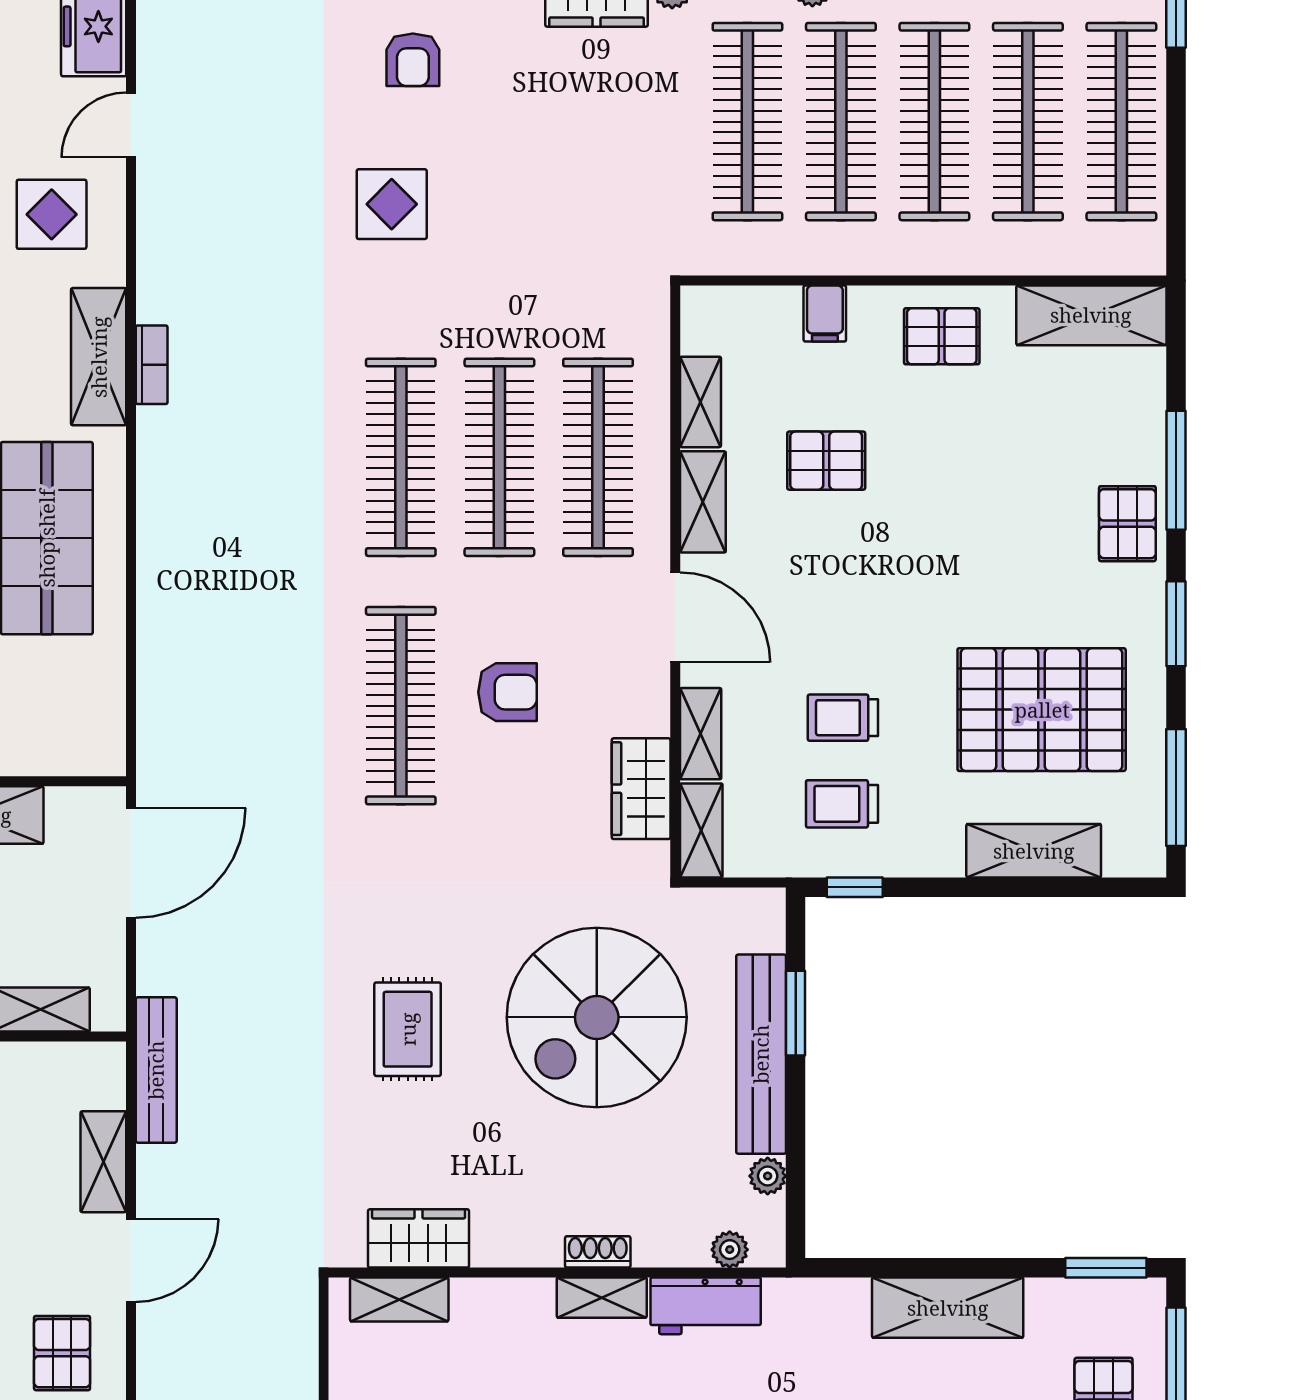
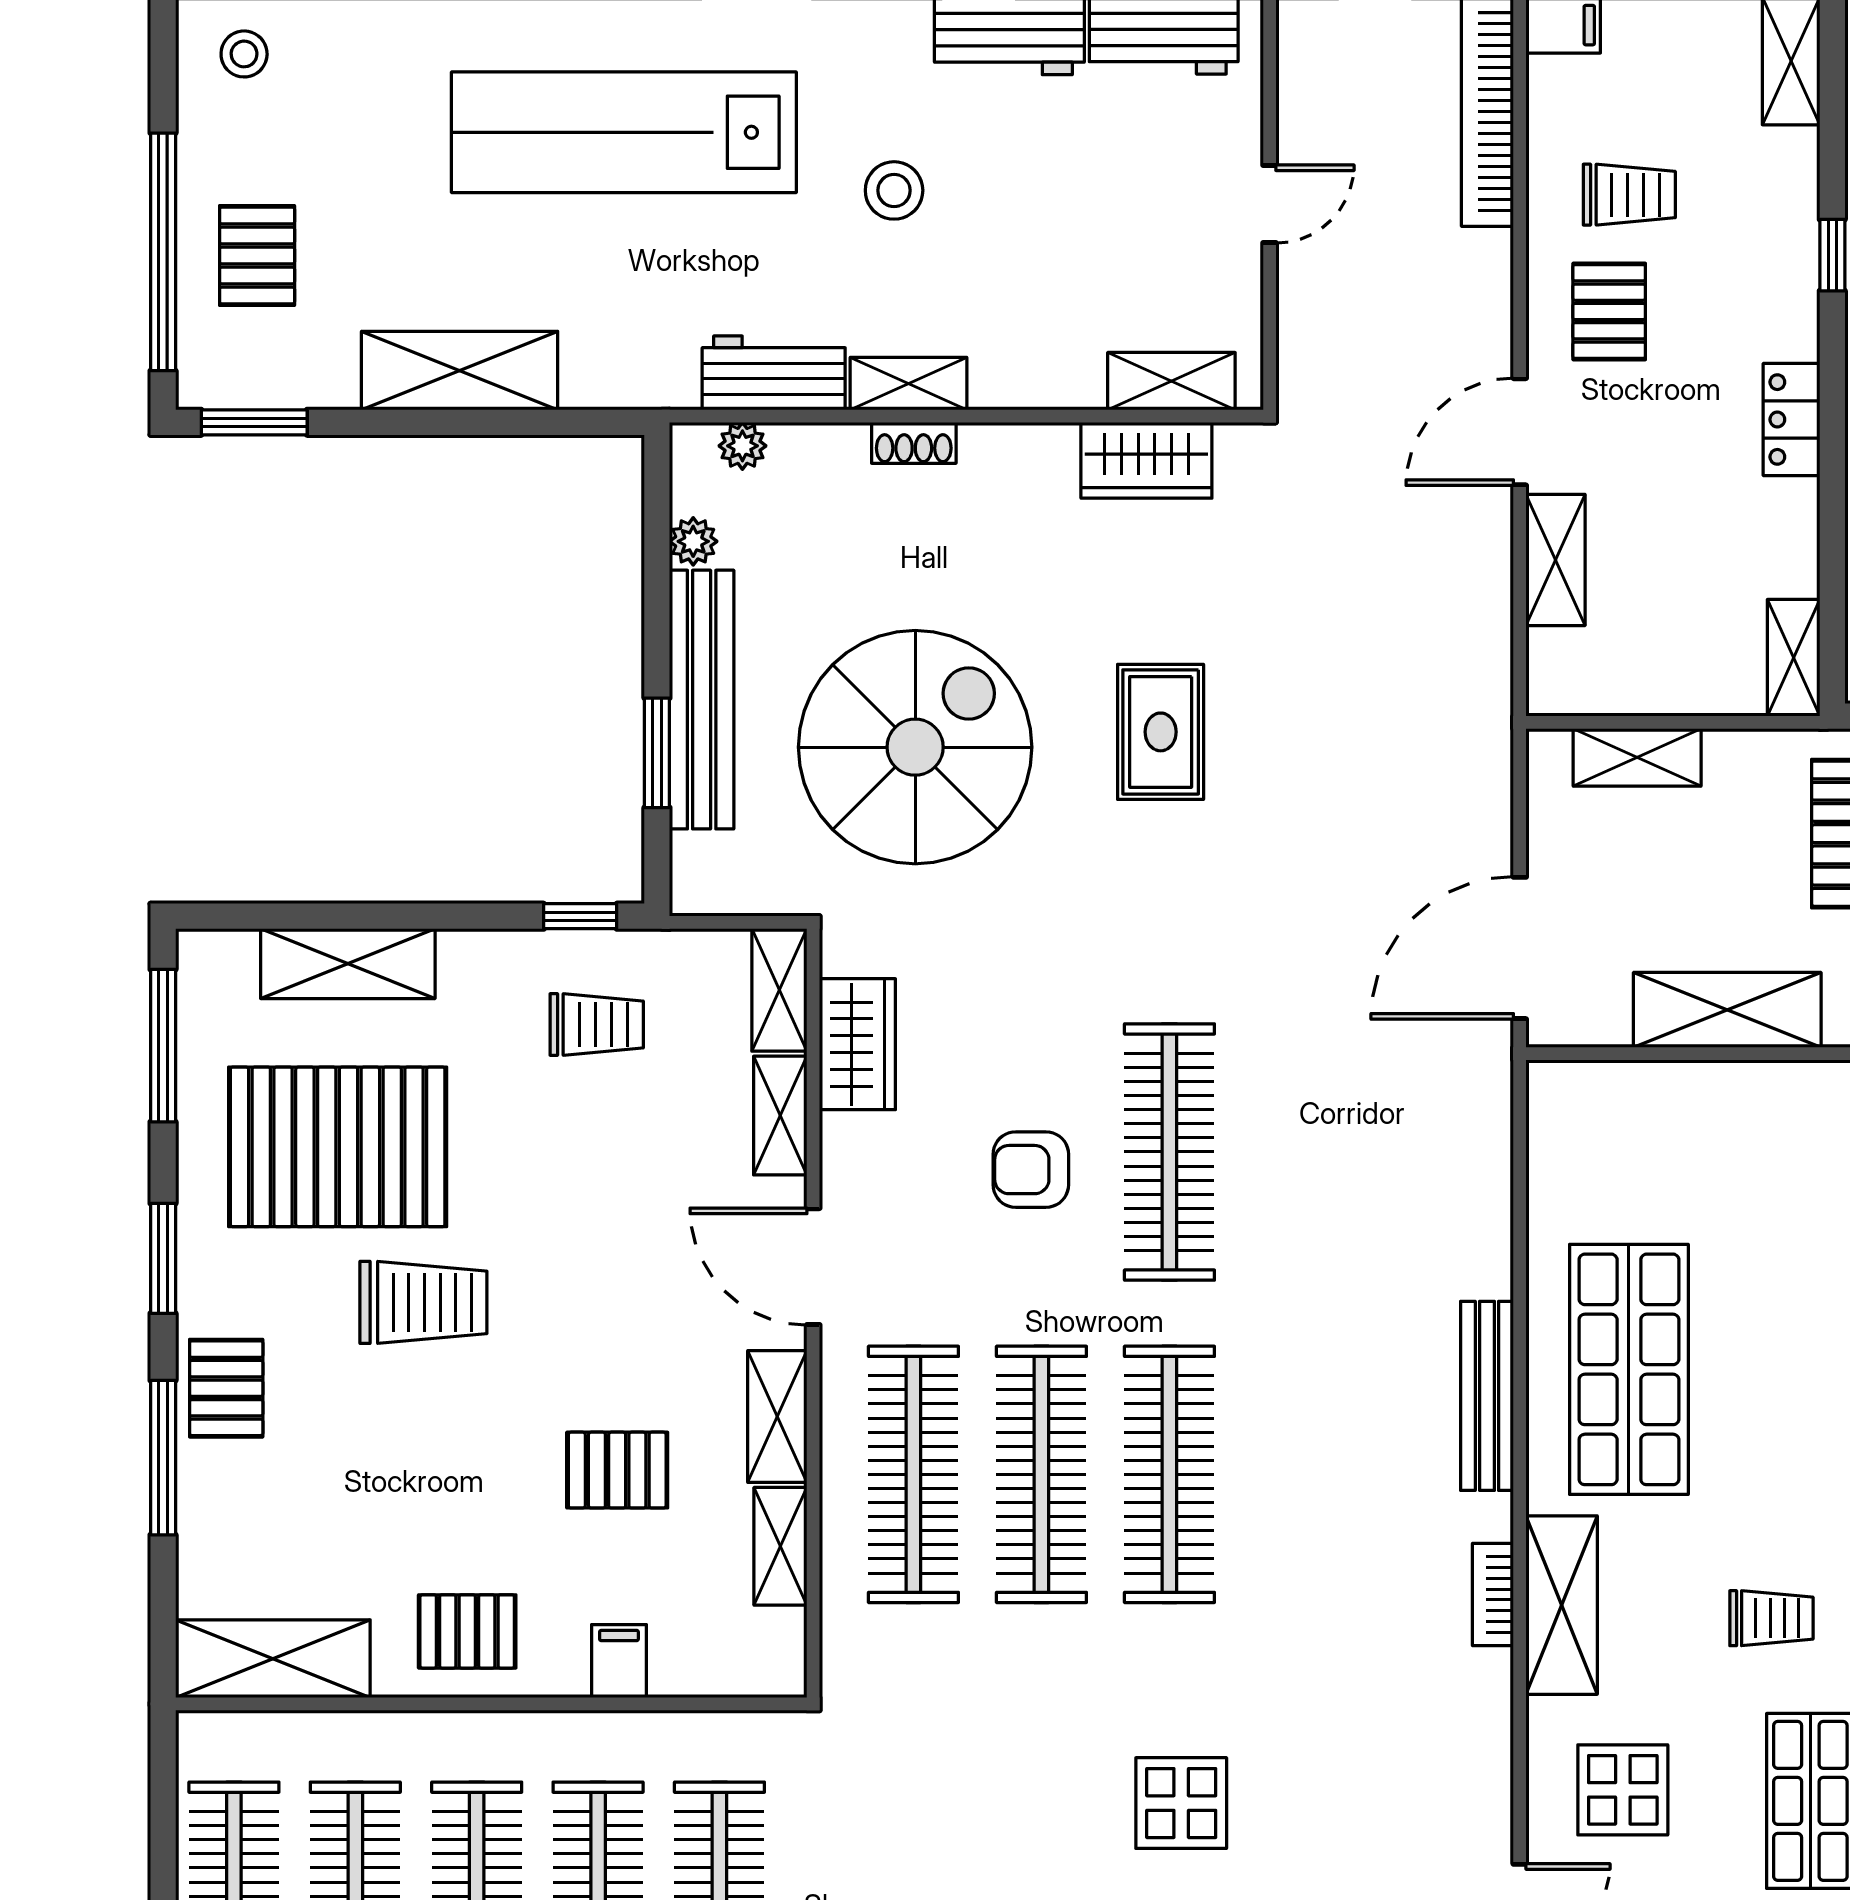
trolley: (843, 718) -> (423, 1302), moved, width x1.36, depth x1.39
bench: (156, 1070) -> (1487, 1396), moved

